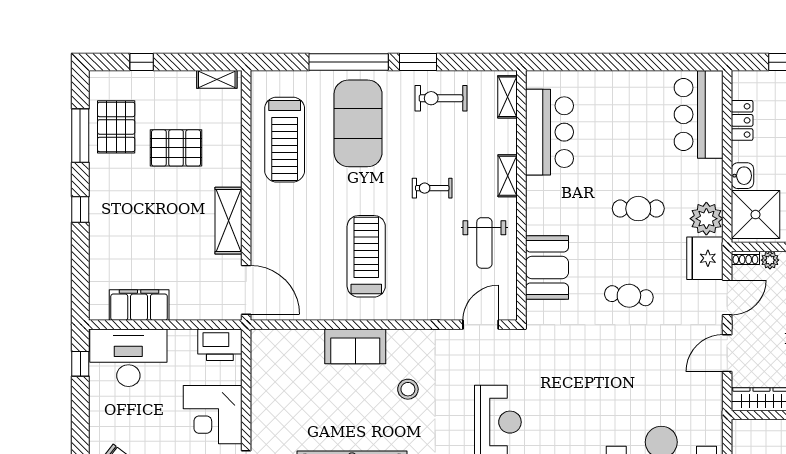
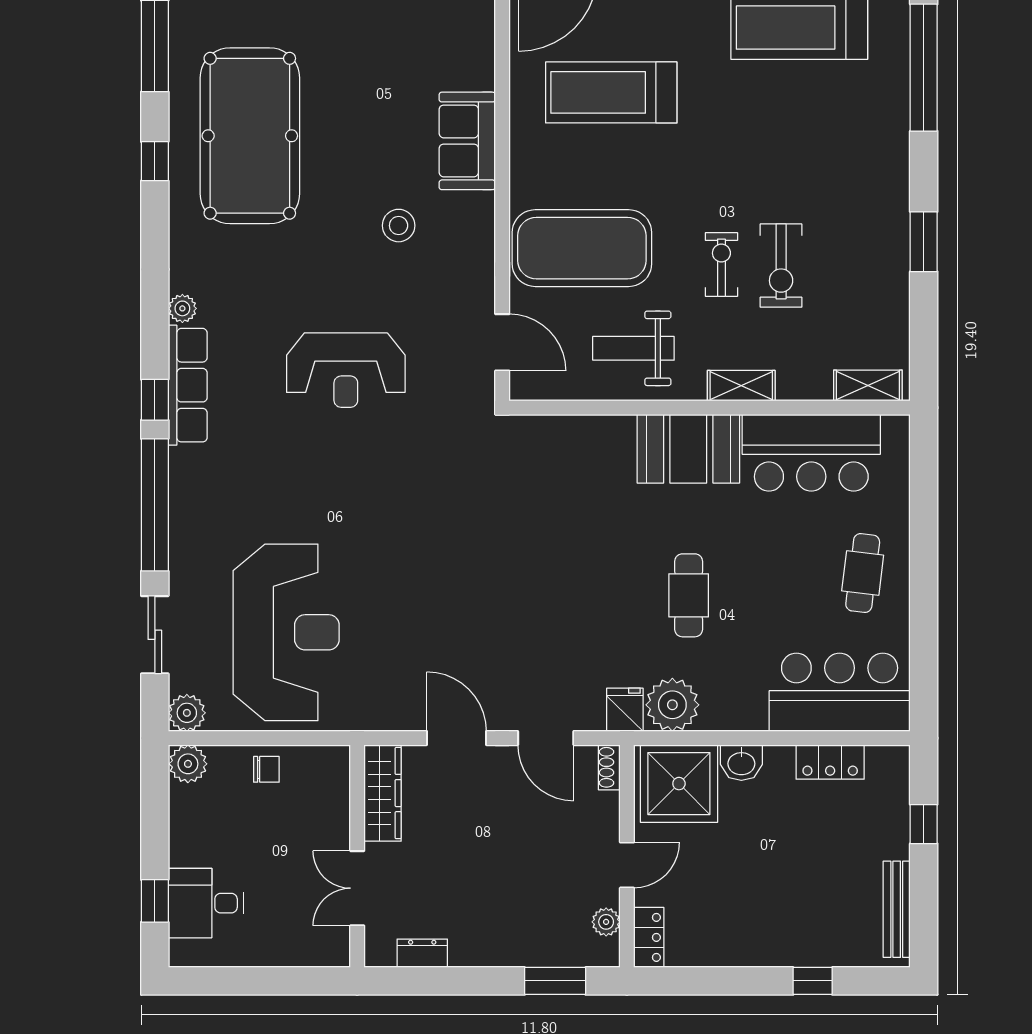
window: (349, 62) -> (924, 68), moved
exercise bike: (441, 98) -> (781, 266), moved, turned 180
exercise mat: (358, 123) -> (582, 248), moved
treadmill: (366, 256) -> (611, 92), moved, turned 180
fridge: (705, 258) -> (625, 710), width x0.53, depth x0.75
plant: (770, 260) -> (606, 807), removed
booth: (547, 267) -> (688, 449), moved
cafe table: (629, 296) -> (863, 573), moved

